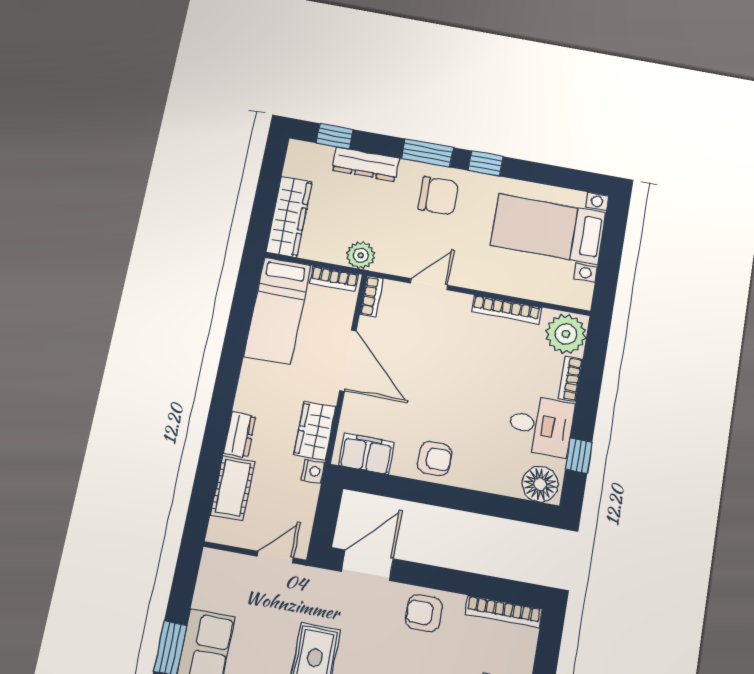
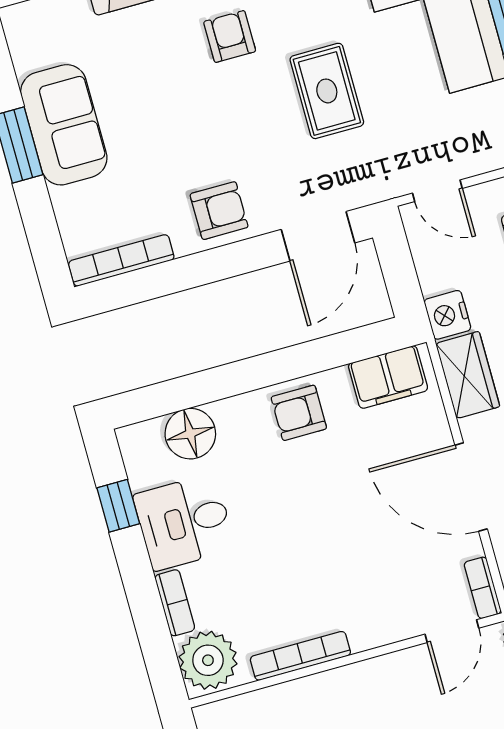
door: (429, 284) -> (452, 631), moved
nightstand: (313, 471) -> (447, 315), width x1.39, depth x1.35
floor lamp: (540, 484) -> (190, 434), moved
door: (275, 557) -> (437, 191), hinge flipped

